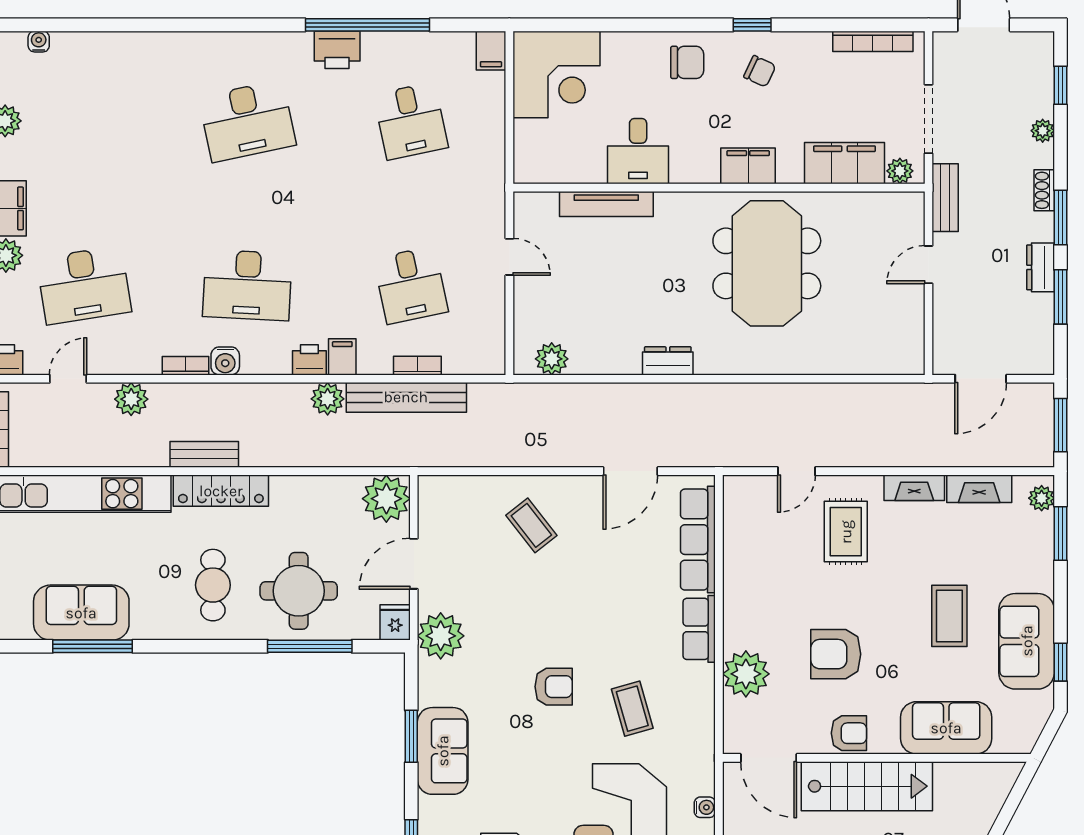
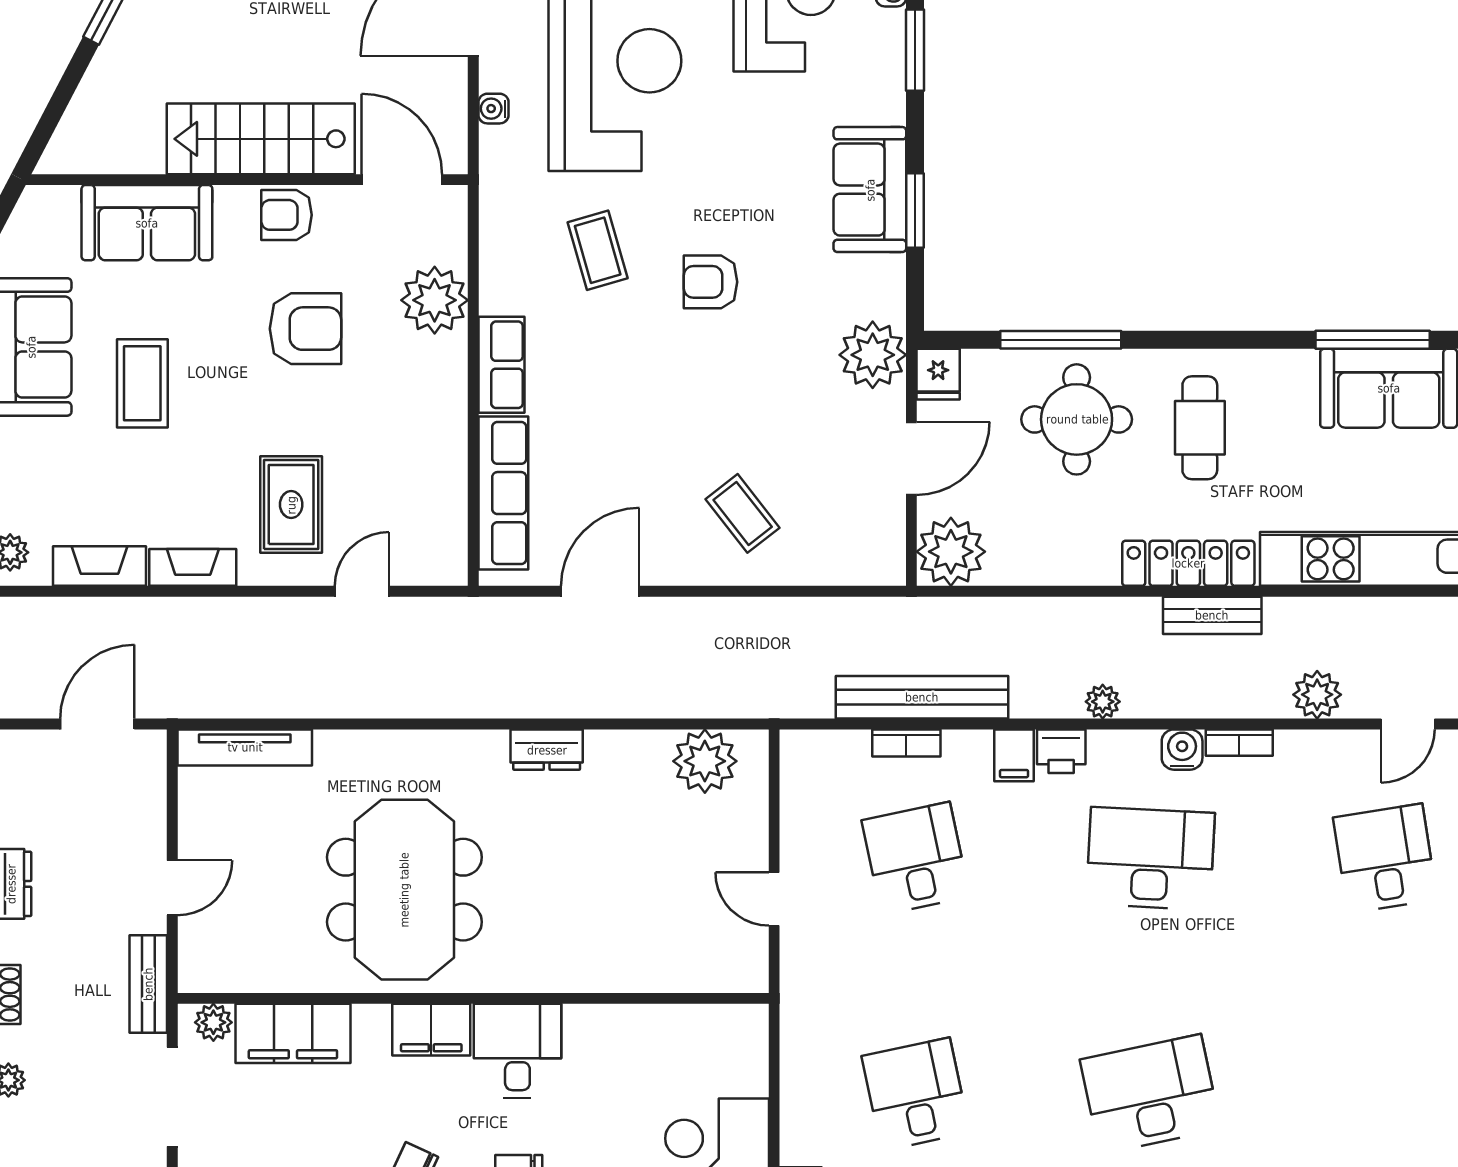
desk: (638, 151) -> (517, 1051), moved
tv unit: (606, 204) -> (245, 747), moved, turned 180
desk: (84, 285) -> (1385, 858), width x0.73
plant: (552, 359) -> (705, 761), width x1.36, depth x1.36
plant: (328, 399) -> (1103, 702), moved, width x0.73, depth x0.73

